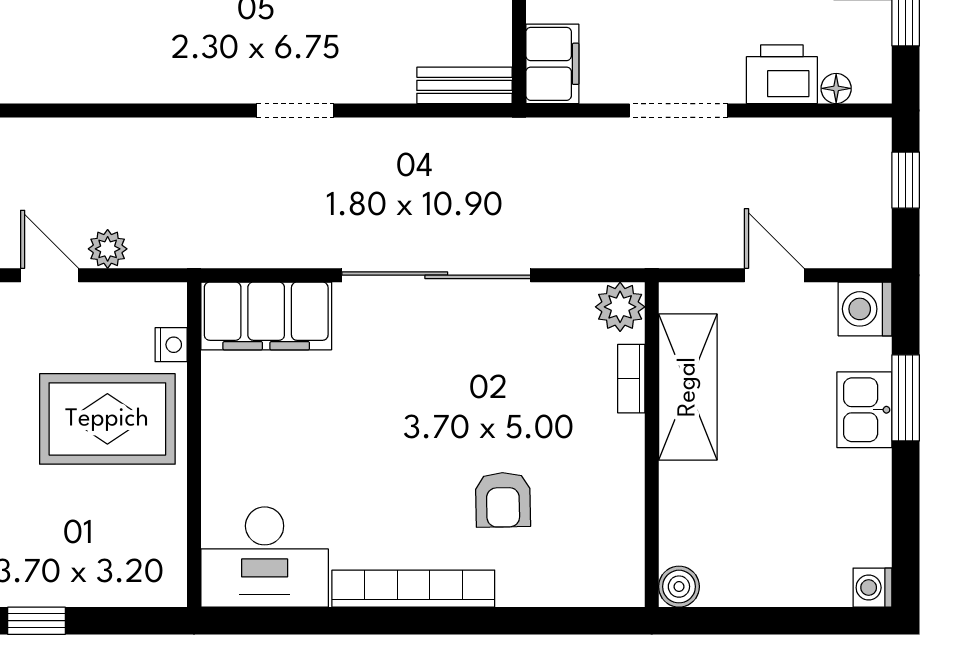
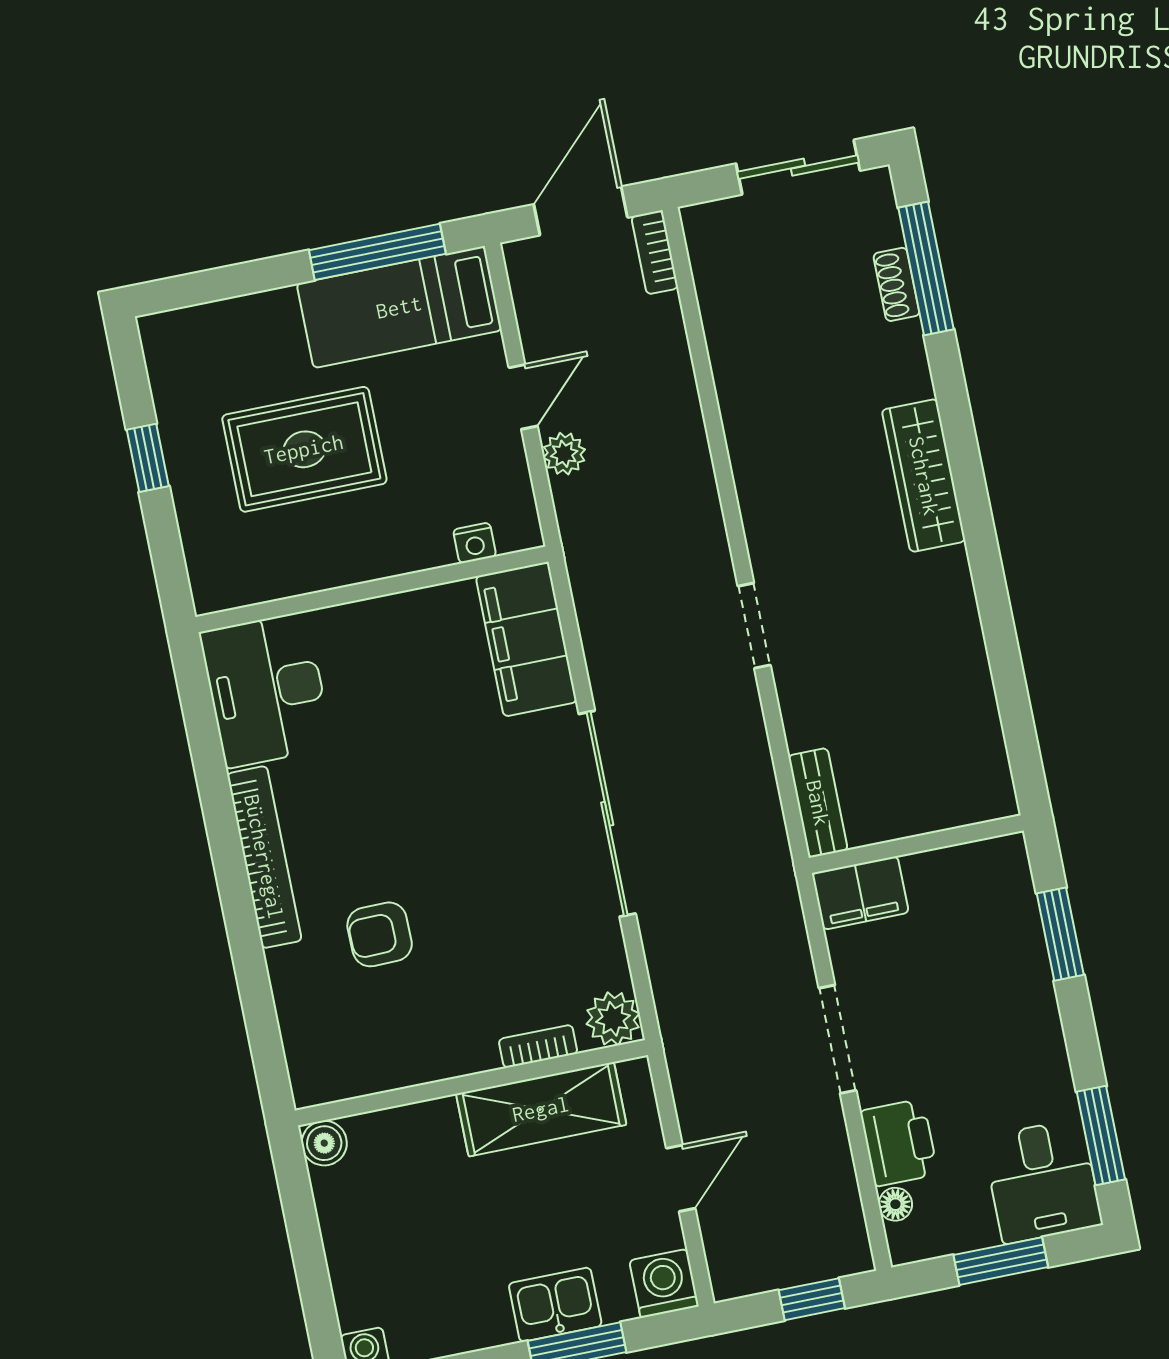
rug: (107, 419) -> (304, 449), moved, turned 90

